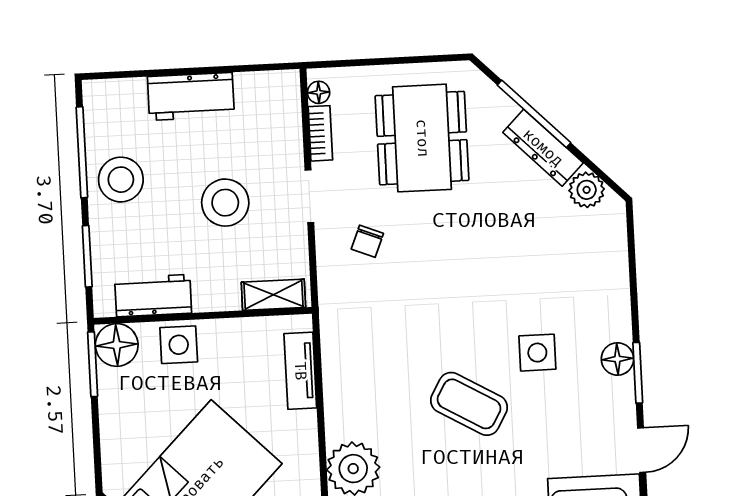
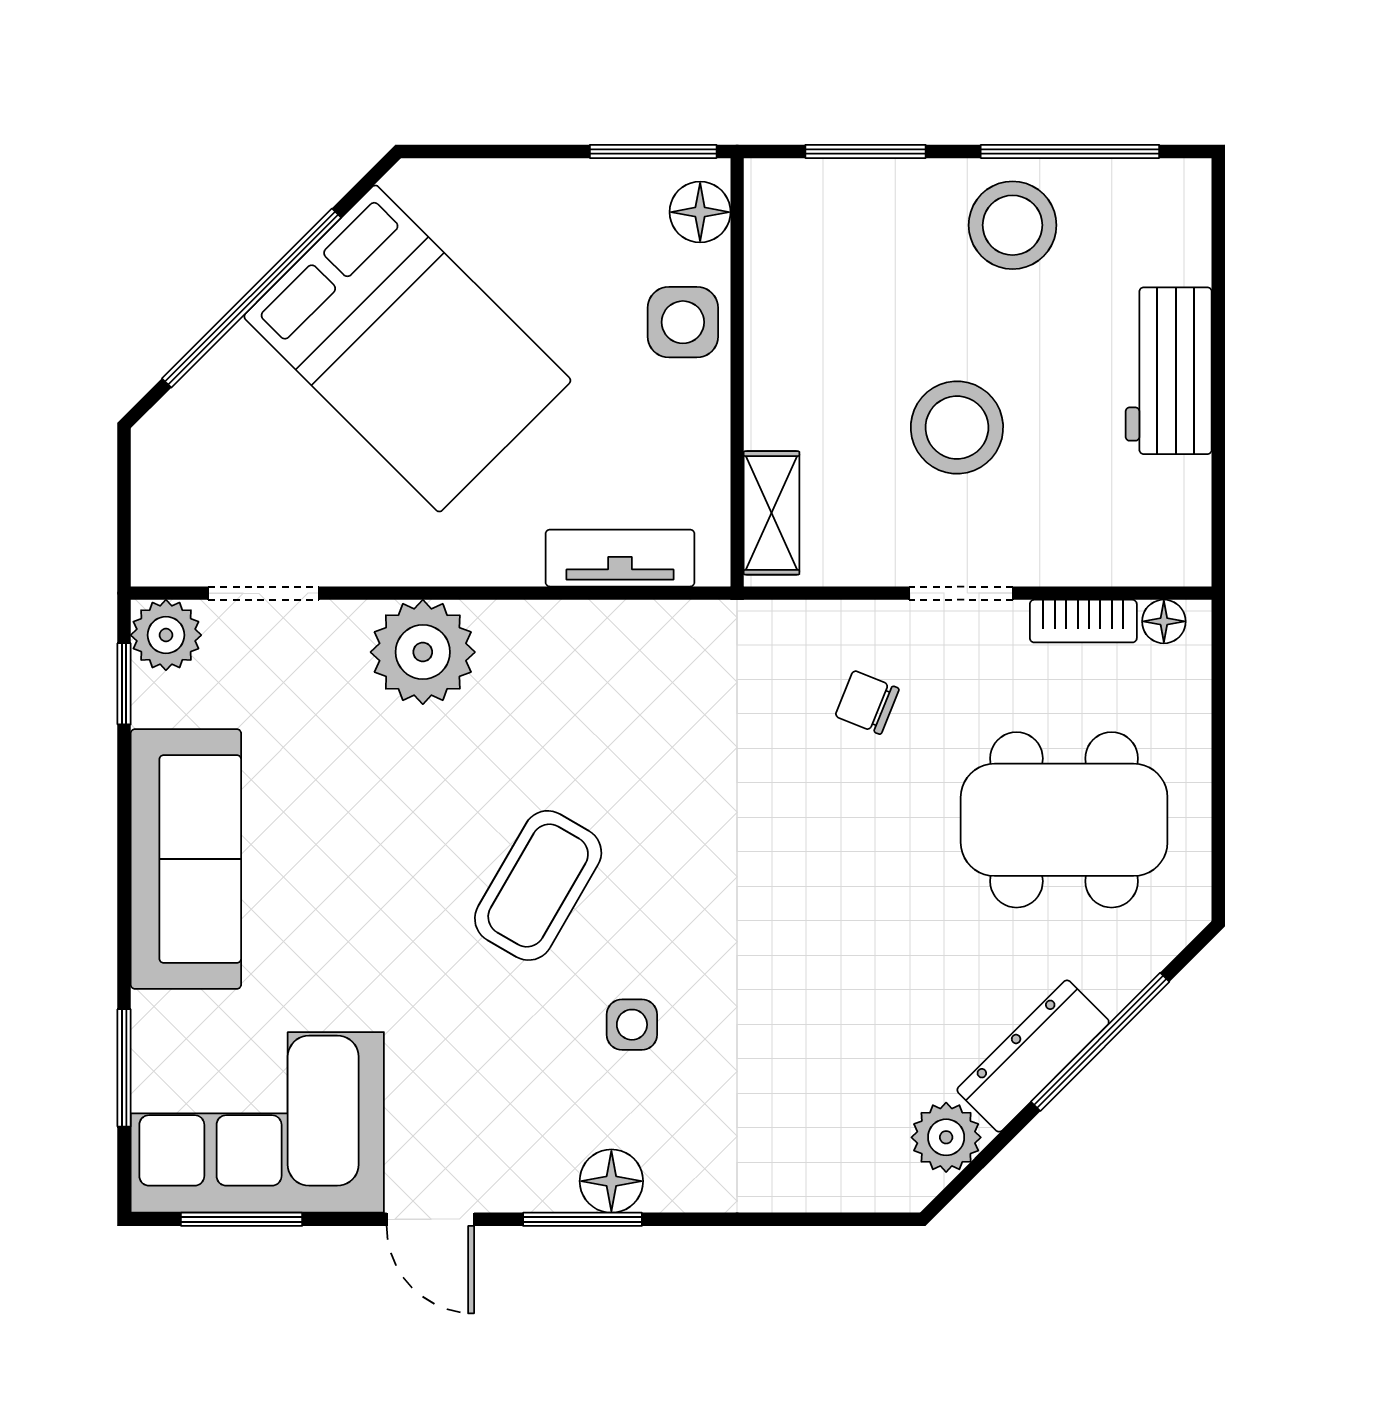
workbench: (153, 296) -> (782, 277), removed
floor lamp: (117, 345) -> (700, 212), width x0.73, depth x0.73
side table: (537, 353) -> (632, 1025), width x0.73, depth x0.73

